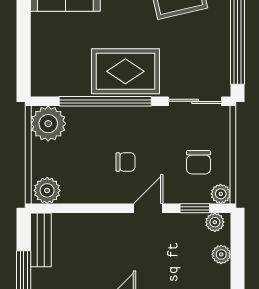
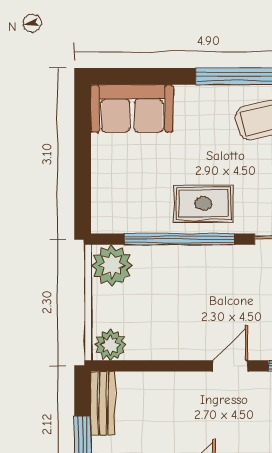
rug: (125, 71) -> (203, 203), width x0.73, depth x0.70
chair: (125, 162) -> (203, 311), removed

